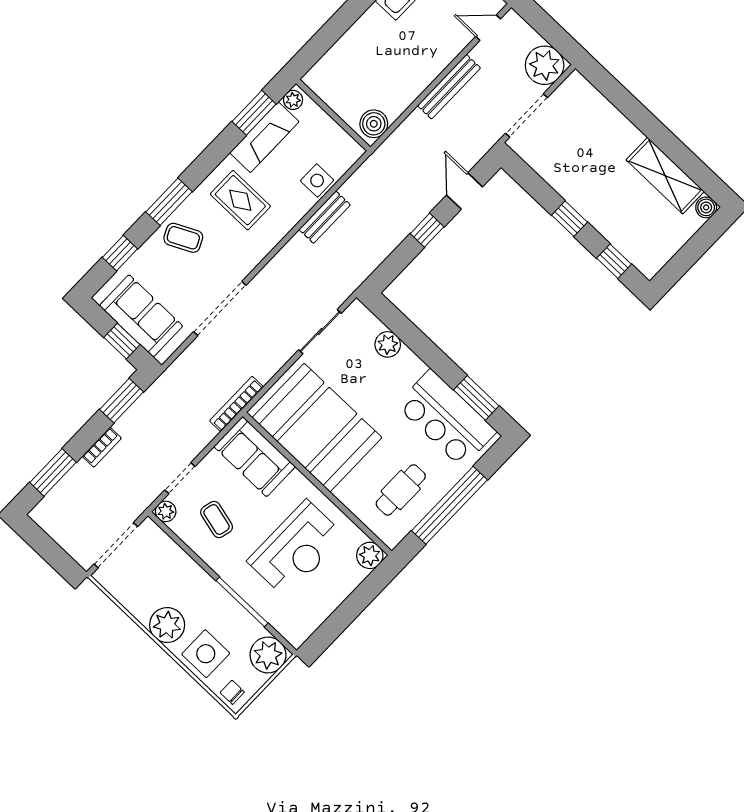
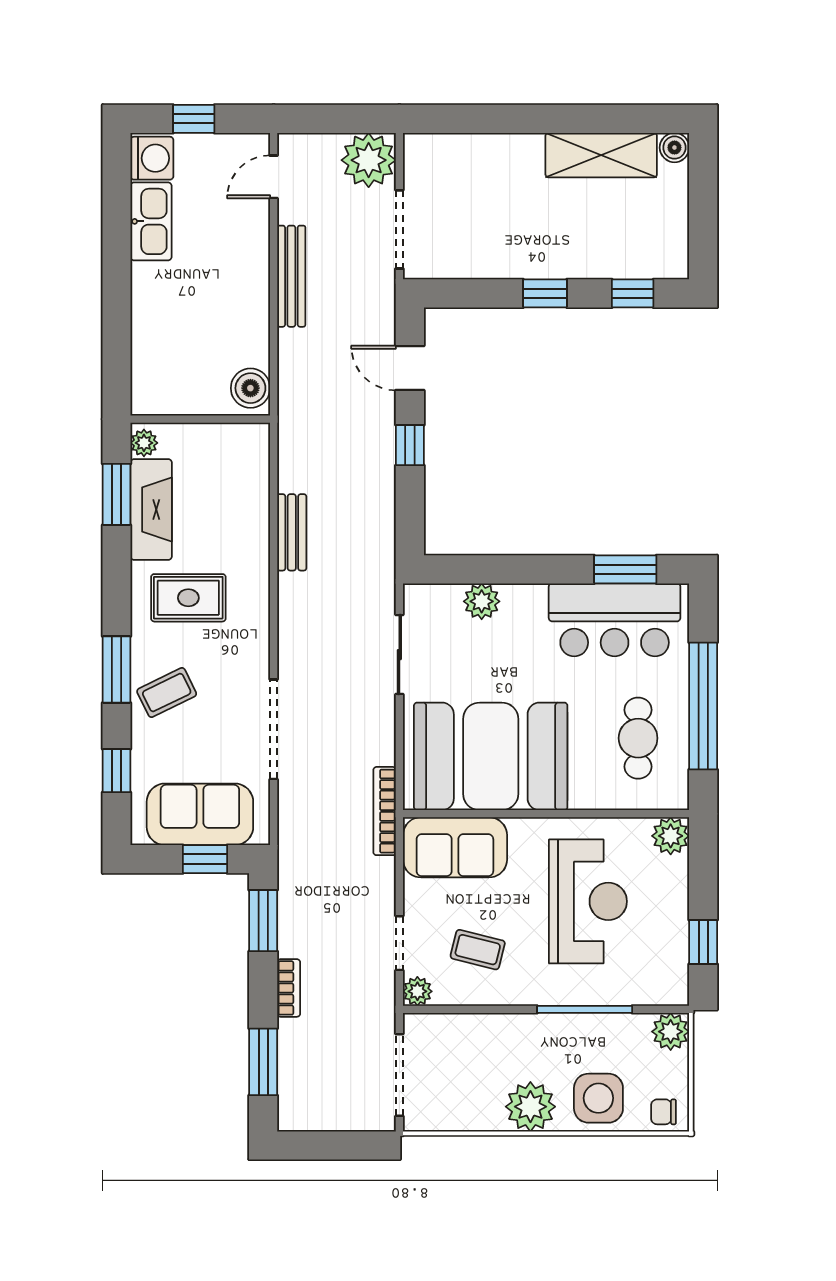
side table: (317, 180) -> (248, 502), removed
window: (335, 625) -> (703, 942), added
plant: (268, 655) -> (671, 1032), width x0.73, depth x0.73

